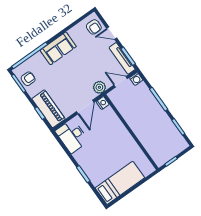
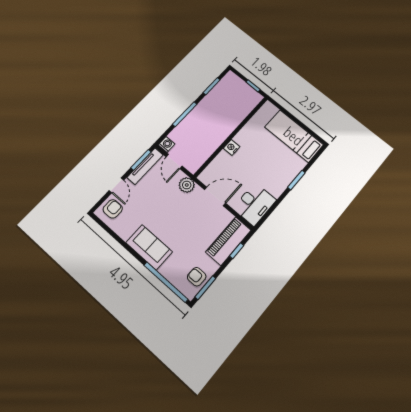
nightstand: (103, 103) -> (232, 147), moved

